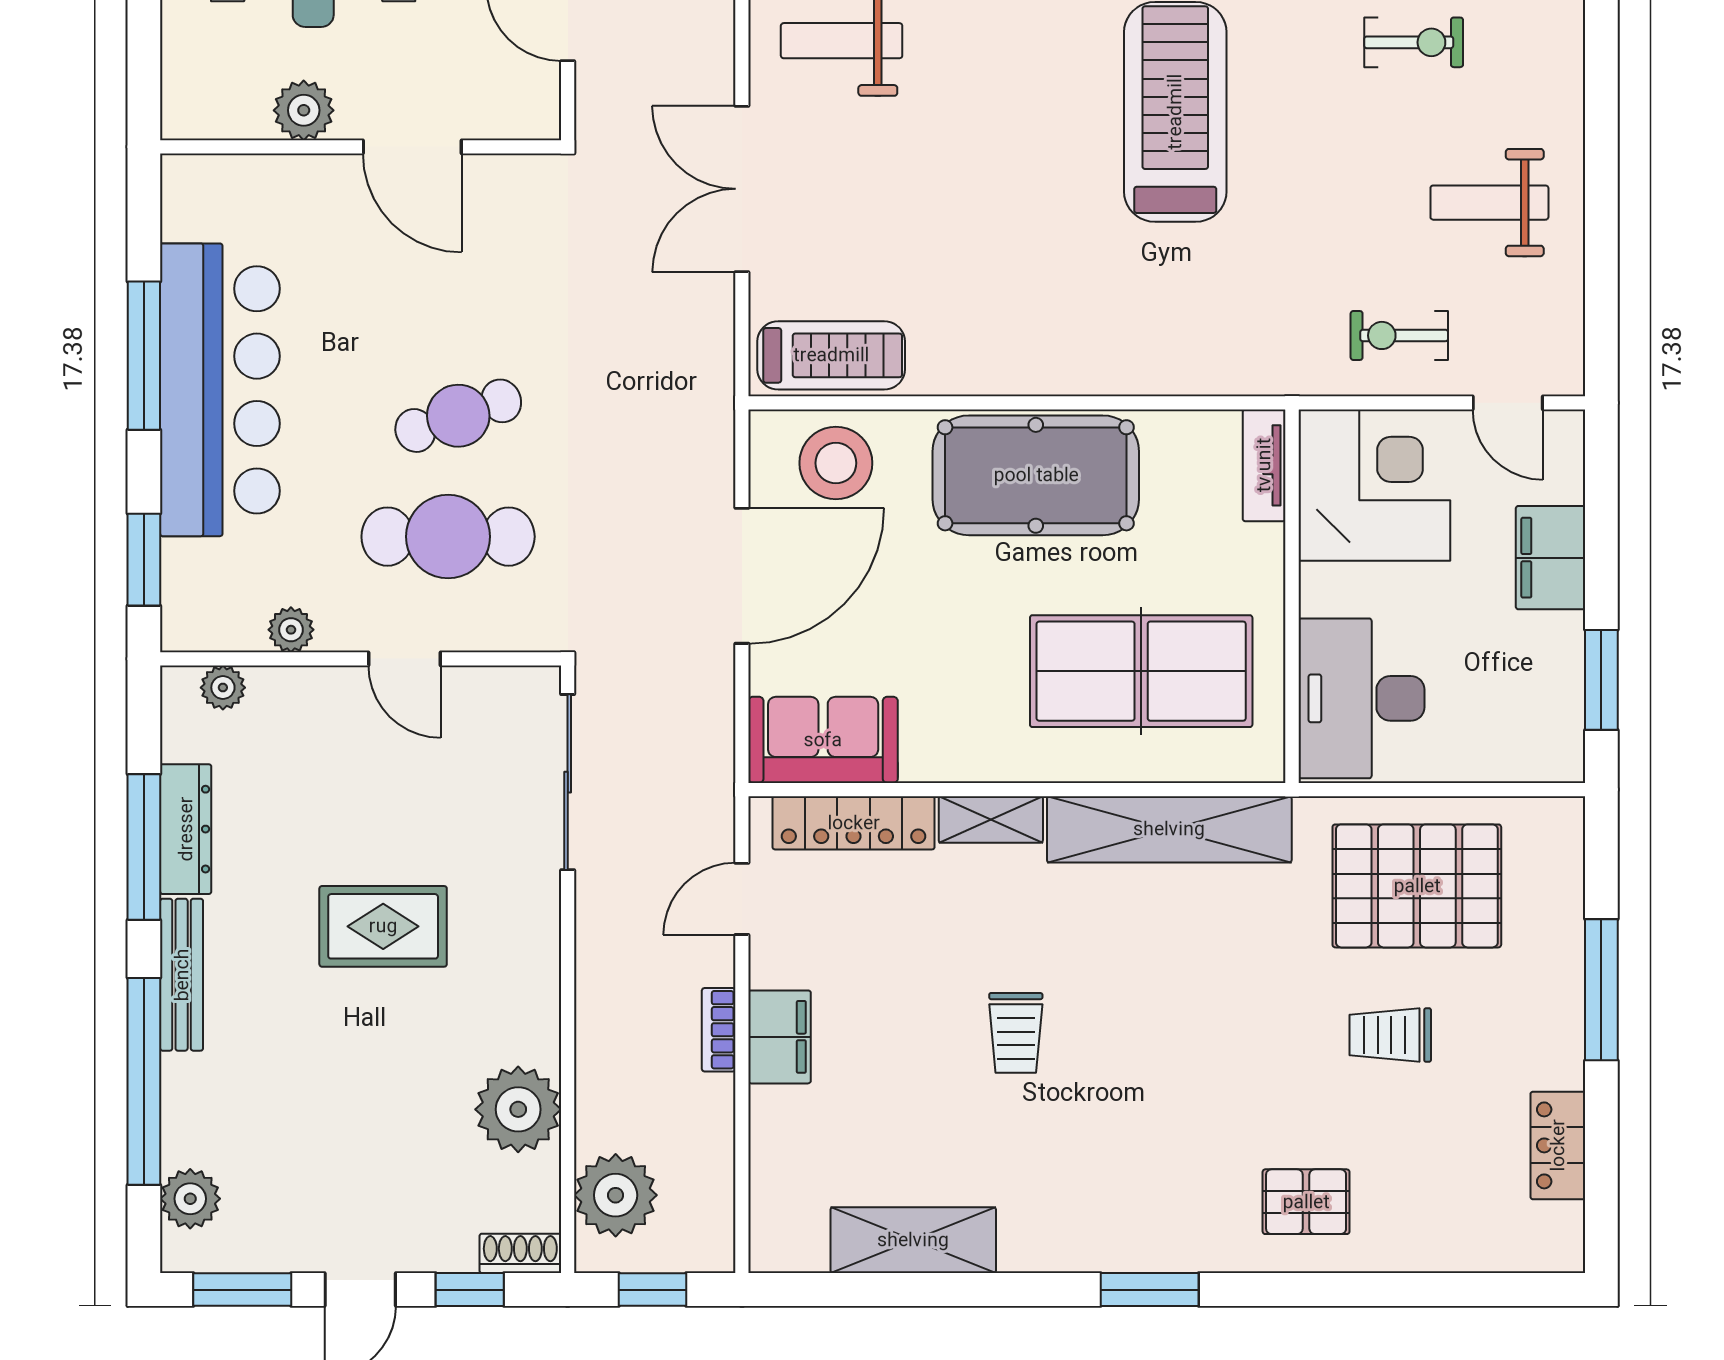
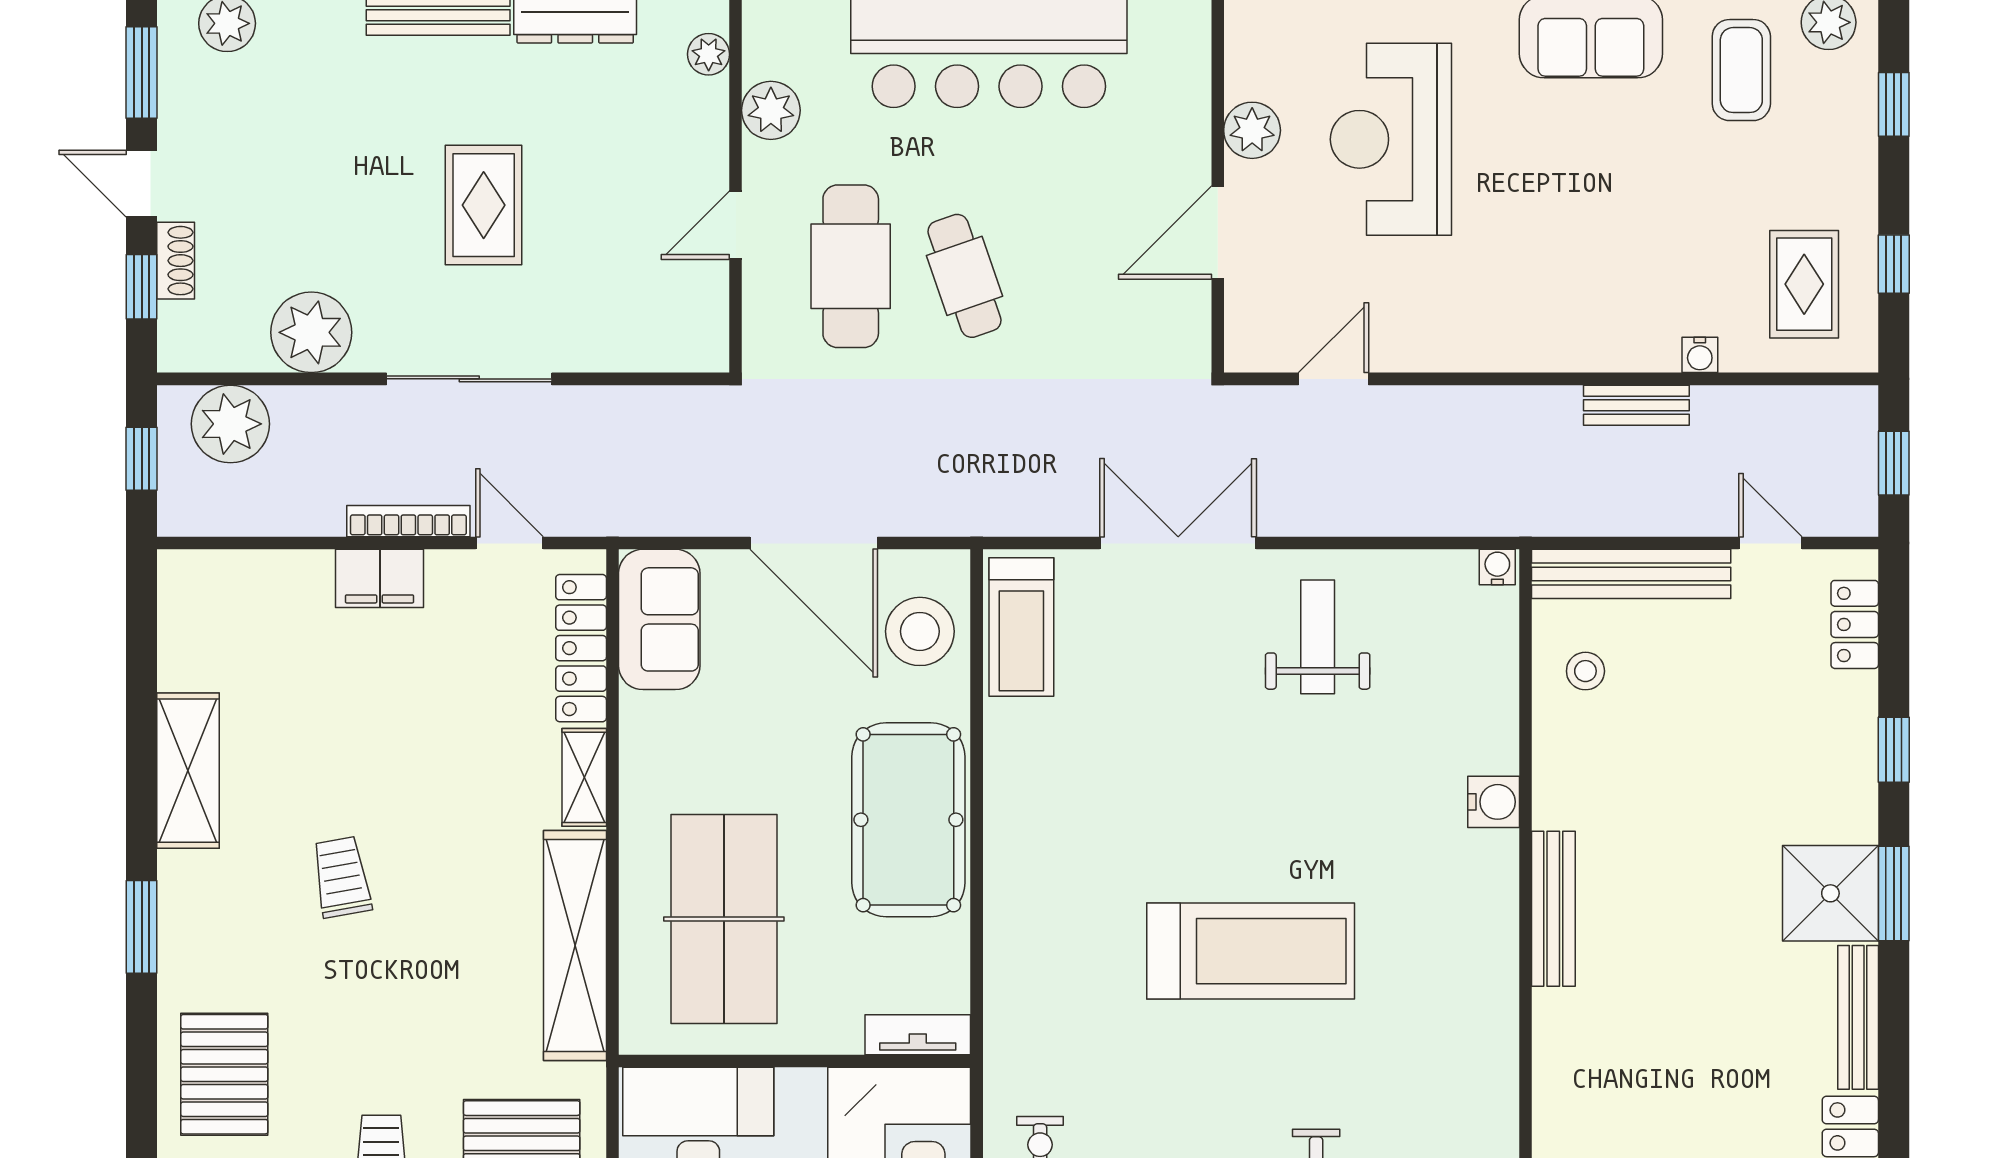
plant: (291, 630) -> (771, 110), width x1.38, depth x1.38
sliding door: (568, 782) -> (469, 379), moved
bookcase: (719, 1030) -> (408, 521), width x1.56
trolley: (1016, 1033) -> (342, 877), moved, turned 80
pallet: (1306, 1202) -> (224, 1074), width x1.50, depth x1.42
shelving: (913, 1240) -> (188, 771), moved
shoe rack: (520, 1253) -> (176, 261), moved

